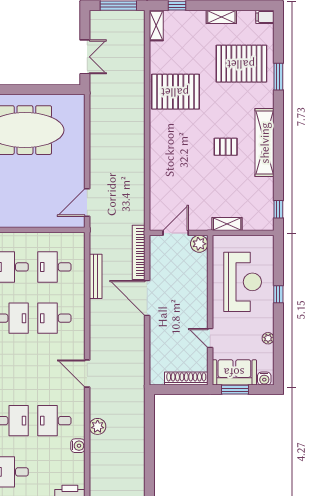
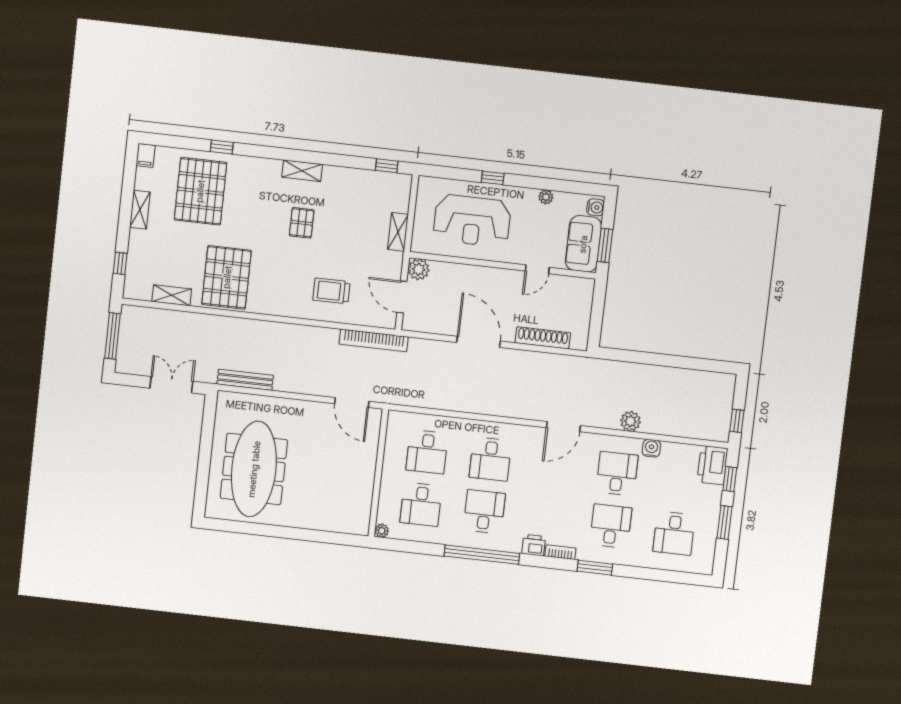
shelving: (156, 26) -> (172, 295), moved
window: (278, 77) -> (222, 147), width x0.67
shelving: (265, 143) -> (302, 171), width x0.45, depth x0.75
trolley: (174, 176) -> (331, 291), added
bookcase: (139, 252) -> (374, 340), moved
bench: (96, 276) -> (245, 380), moved
reception desk: (243, 282) -> (472, 221), turned 180
door: (147, 298) -> (479, 342), swing flipped
shoe rack: (186, 379) -> (543, 338), moved, turned 90
desk: (54, 421) -> (617, 474), turned 180

